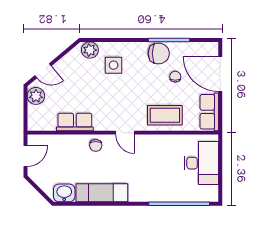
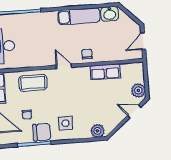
chair: (159, 53) -> (42, 132), turned 180
side table: (114, 65) -> (66, 123), moved

